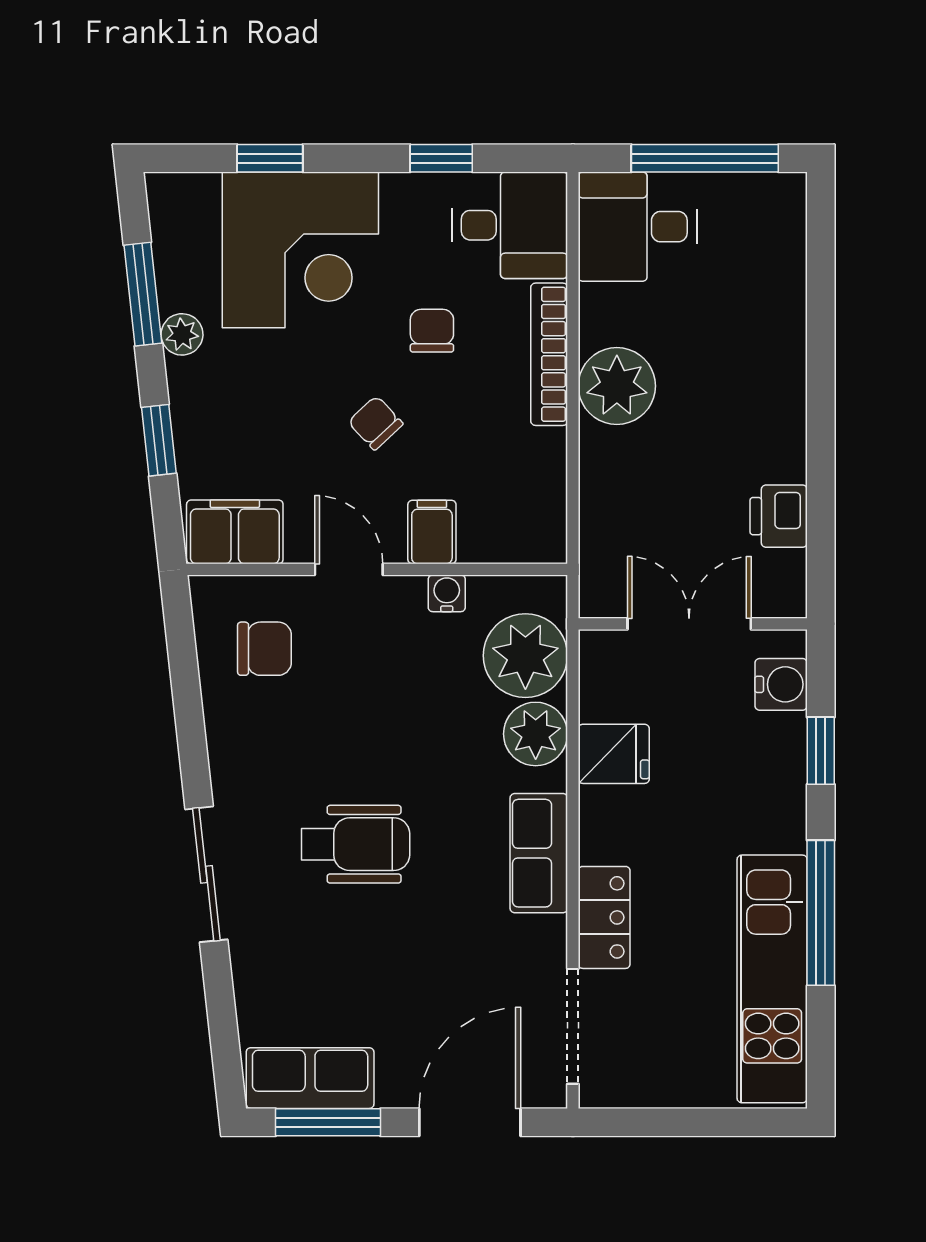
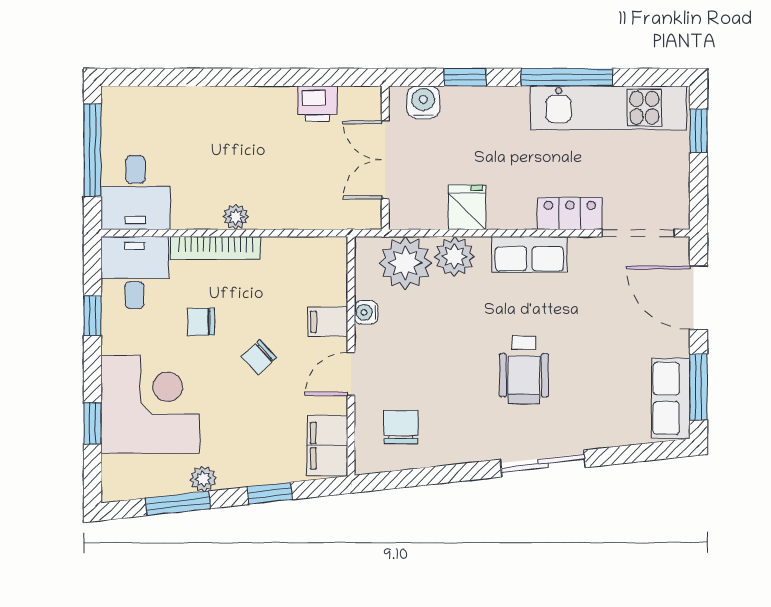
plant: (617, 386) -> (236, 217), width x0.53, depth x0.53
wheelchair: (355, 844) -> (524, 370), turned 180
window: (735, 1122) -> (699, 131), added

